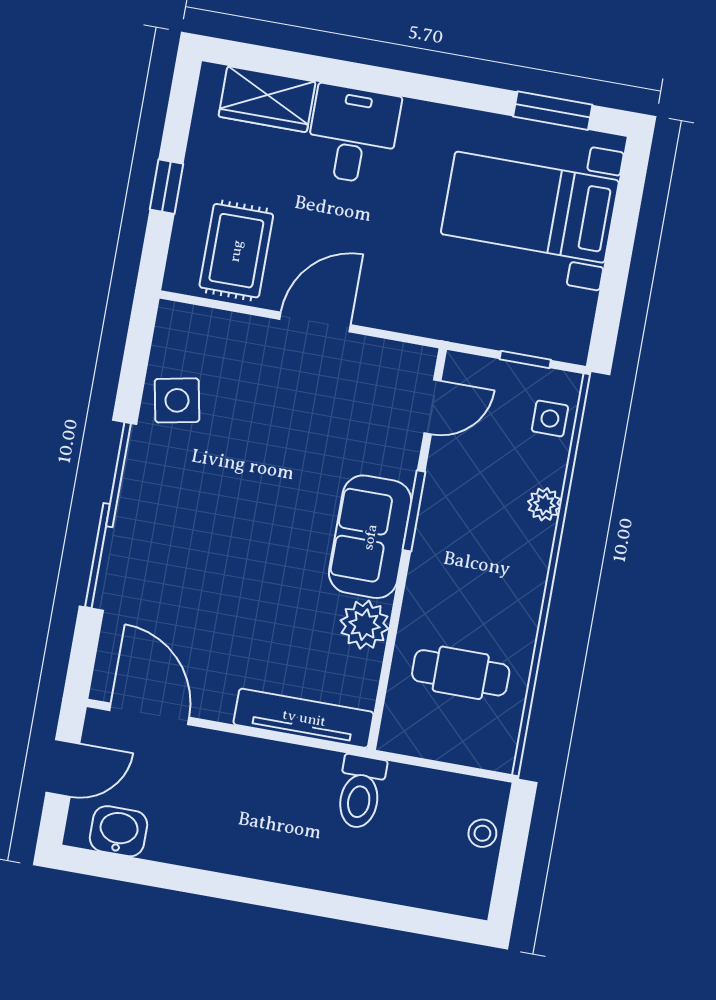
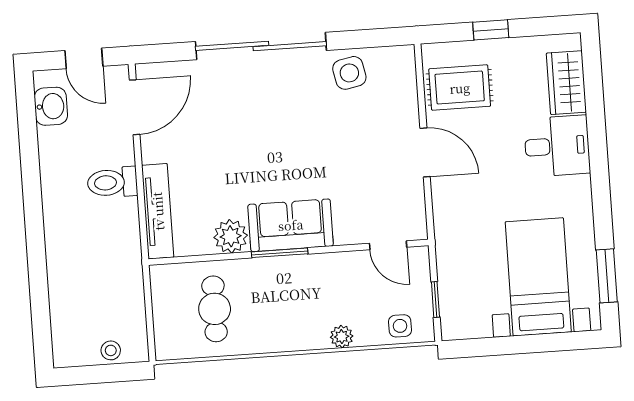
window: (414, 511) -> (280, 253), moved
toilet: (360, 792) -> (112, 182), moved

